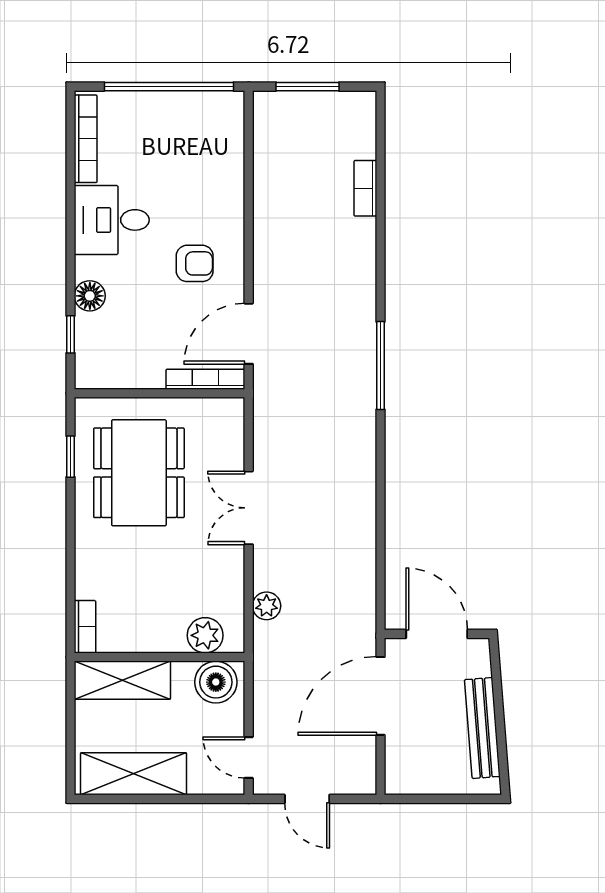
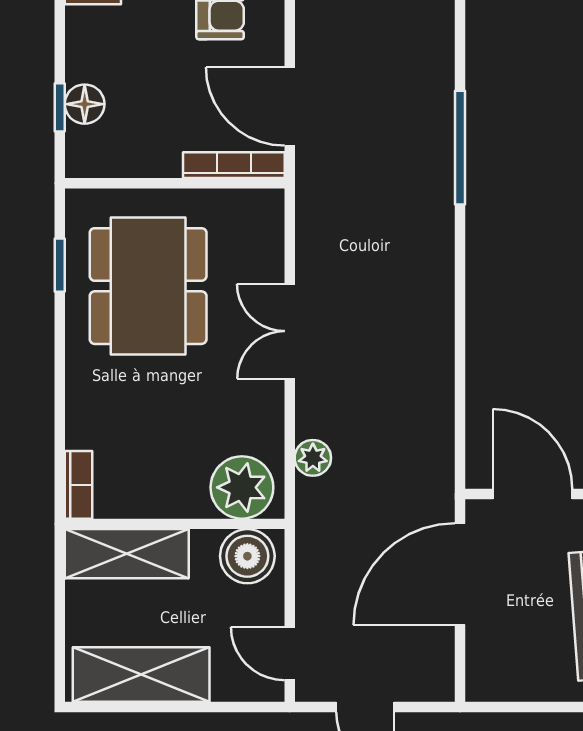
floor lamp: (90, 296) -> (85, 104), moved
door: (249, 334) -> (290, 106), hinge flipped
plant: (205, 635) -> (242, 487), width x1.36, depth x1.36

